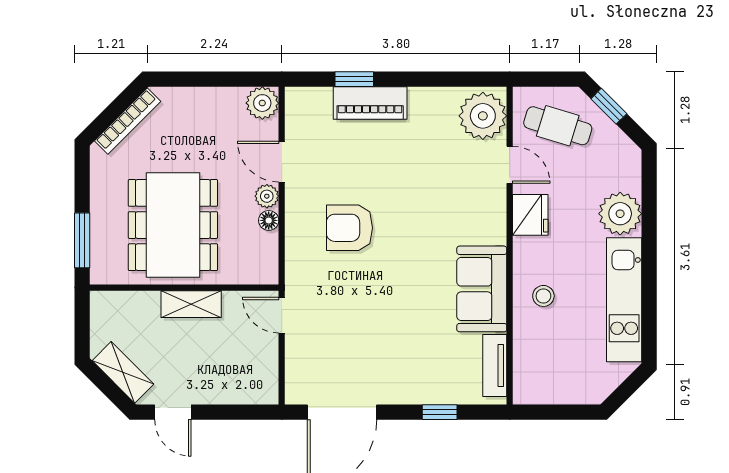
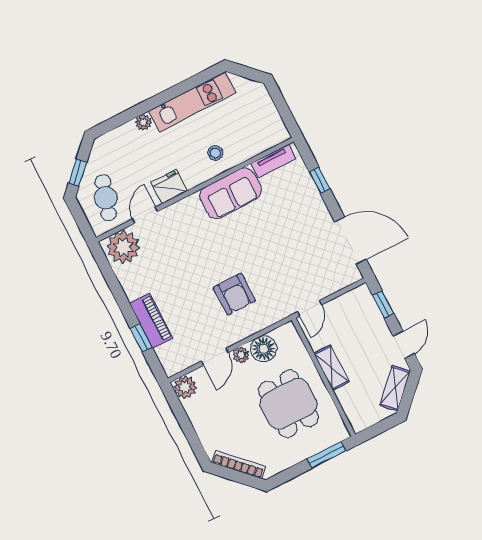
plant: (620, 214) -> (143, 122), width x0.53, depth x0.53
floor lamp: (269, 220) -> (264, 349), width x1.89, depth x1.89
dining table: (173, 225) -> (288, 404), width x0.73
window: (238, 412) -> (383, 304), added

